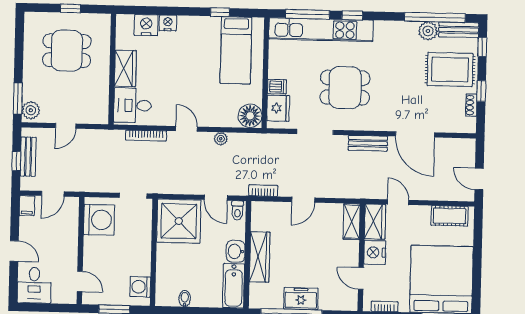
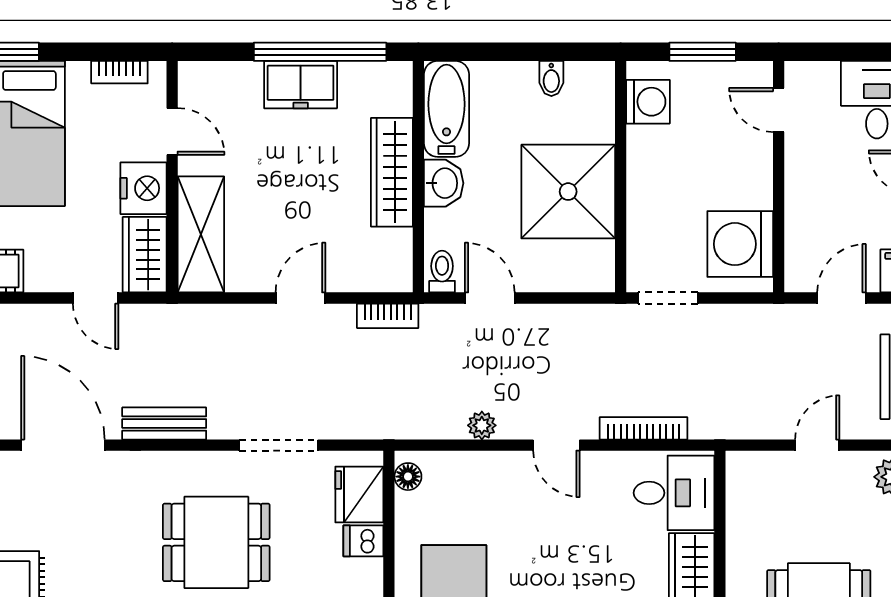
floor lamp: (250, 116) -> (408, 477), width x0.53, depth x0.53
shower: (179, 221) -> (568, 192), moved
shelving: (352, 221) -> (201, 234), width x1.50, depth x1.33

